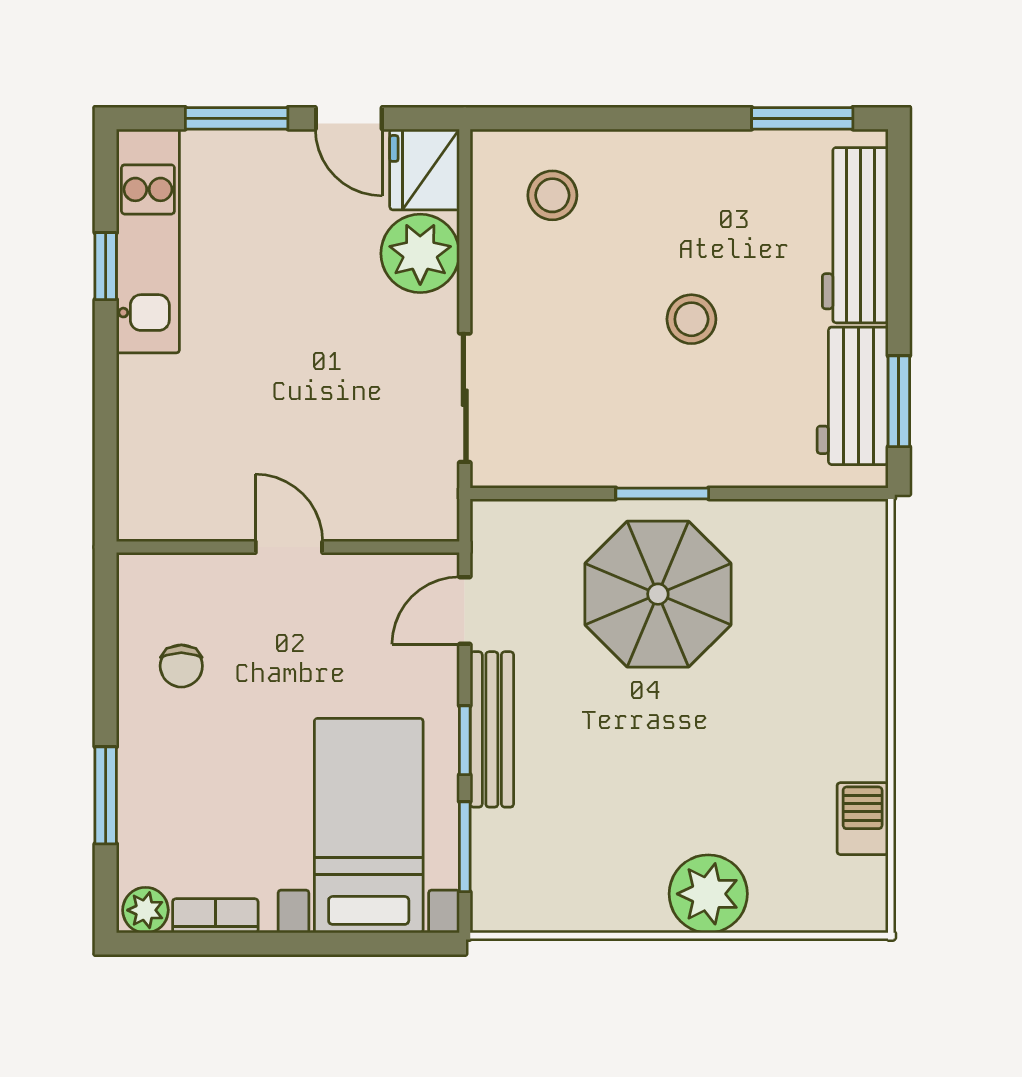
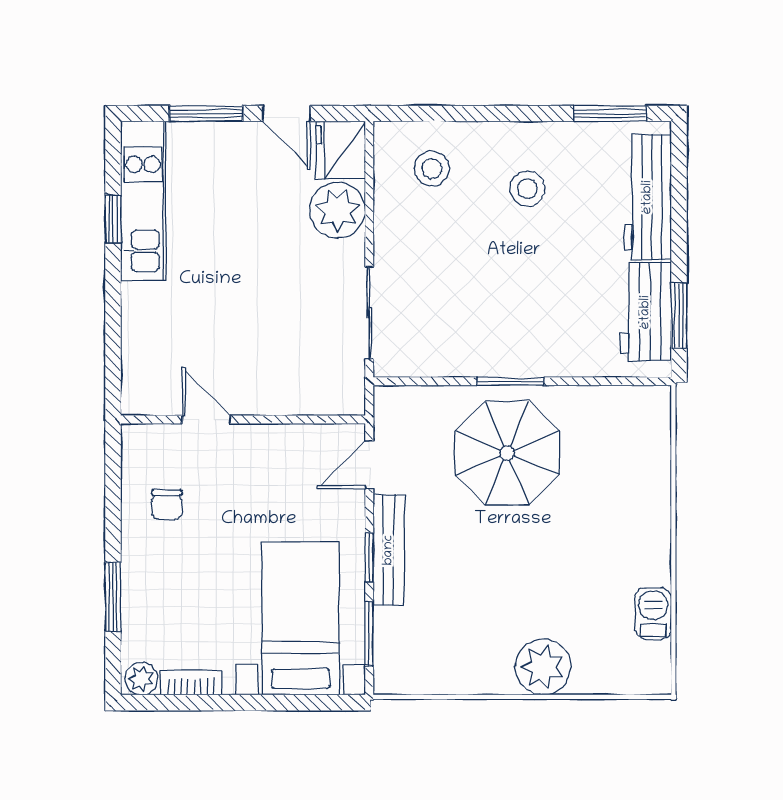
stool: (691, 319) -> (527, 189), moved
door: (289, 547) -> (206, 420), moved

